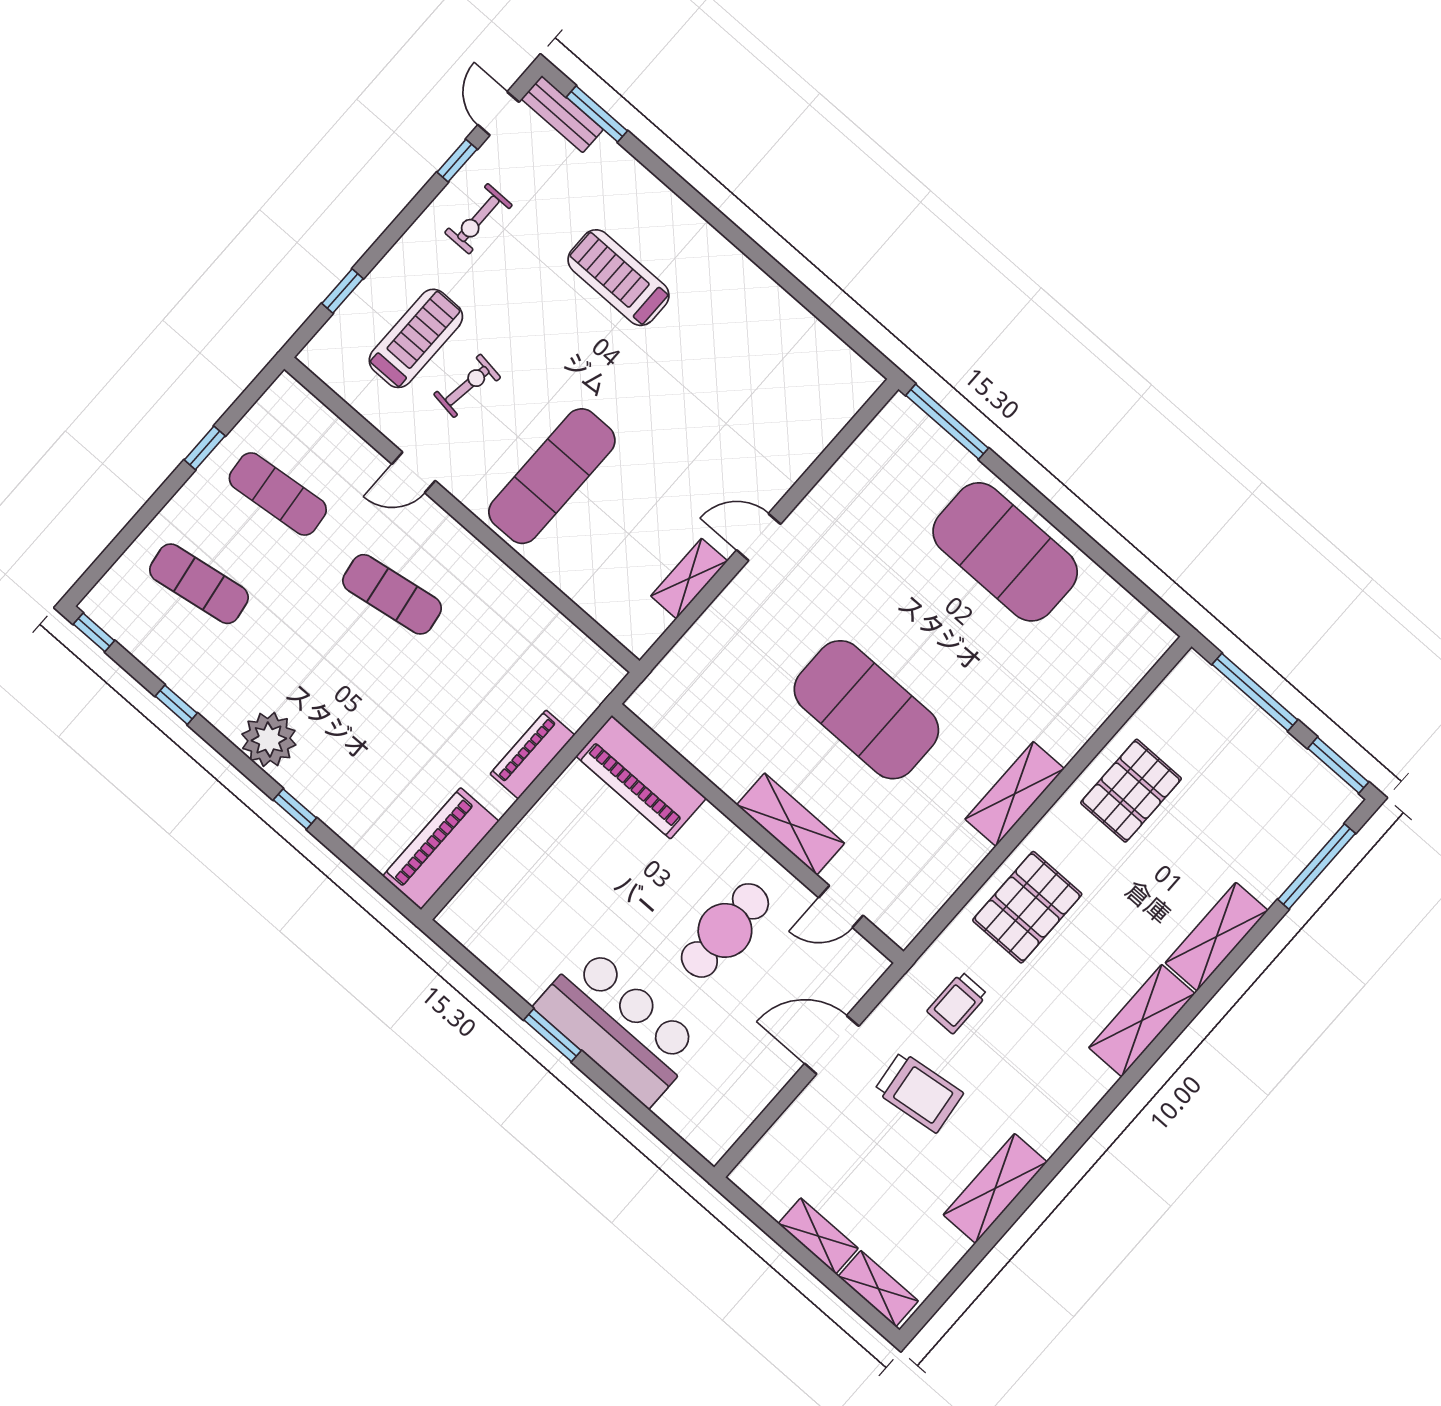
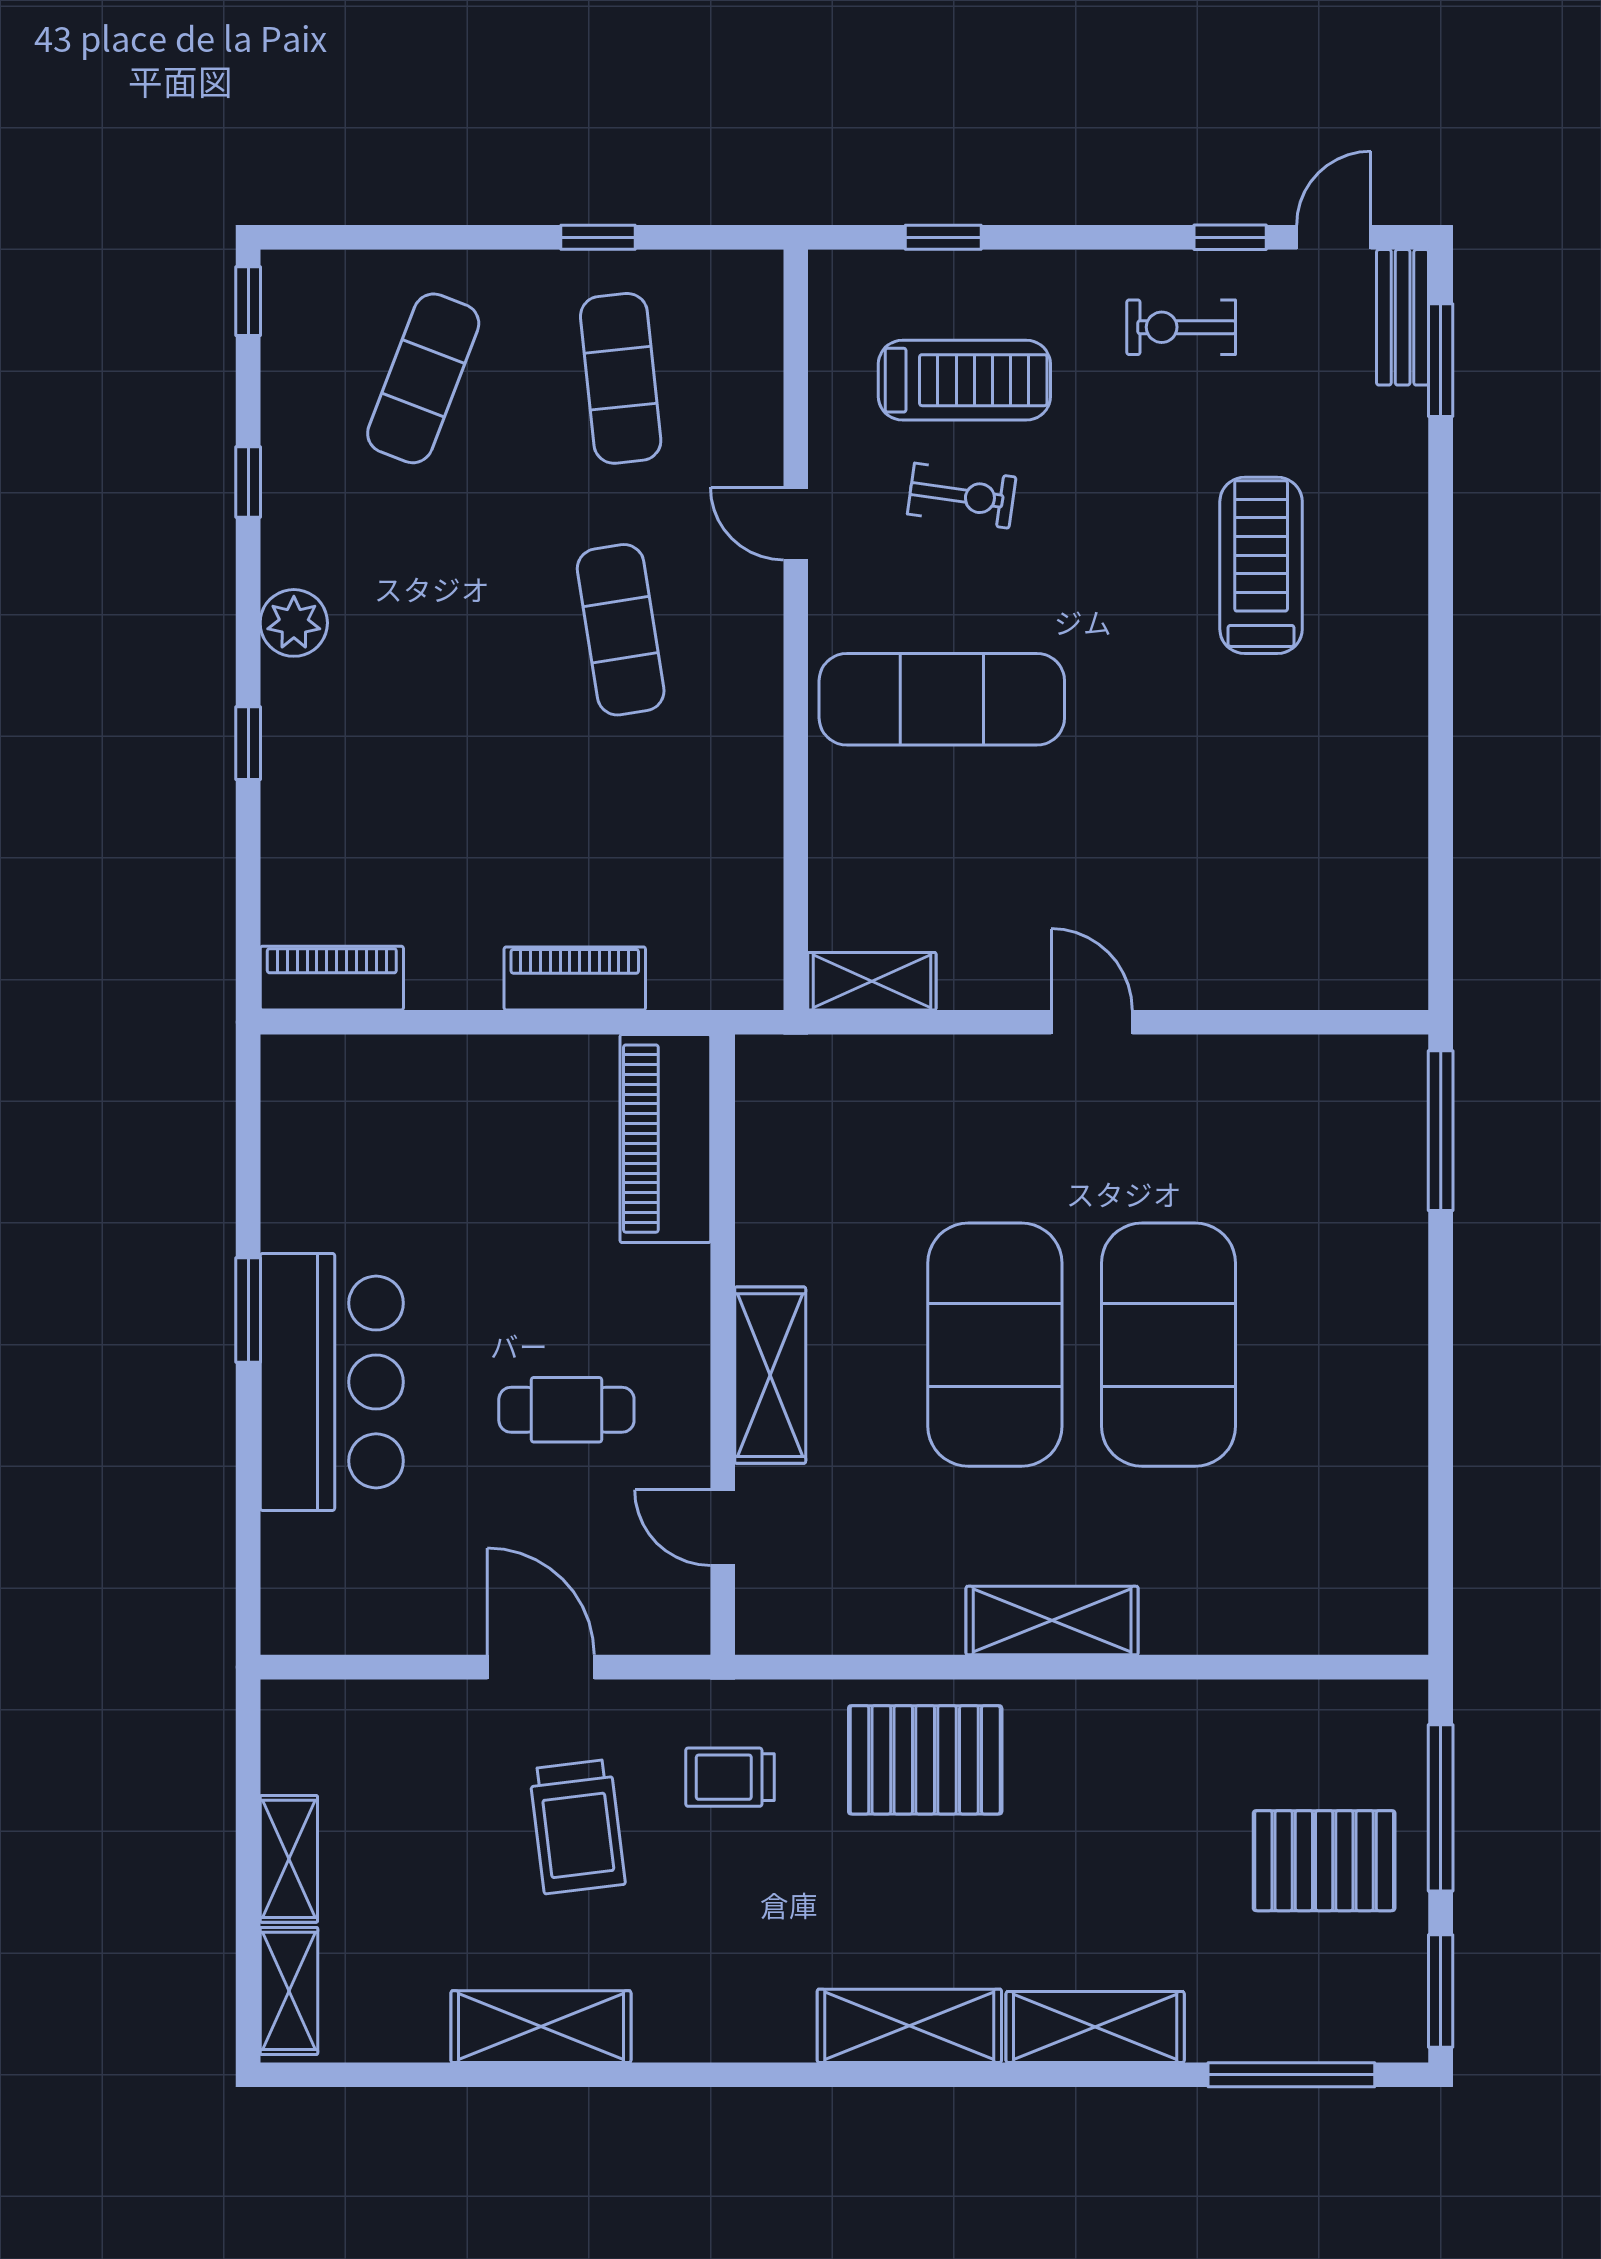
exercise mat: (1005, 552) -> (1169, 1345), moved
shelving: (689, 578) -> (872, 981), moved
exercise mat: (199, 584) -> (423, 378), turned 30
plant: (269, 739) -> (294, 623), width x0.73, depth x0.73
pallet: (1131, 791) -> (1324, 1861), moved
piano: (441, 849) -> (332, 978), width x0.73, depth x0.75
cafe table: (725, 930) -> (566, 1410), width x0.73, depth x0.74

